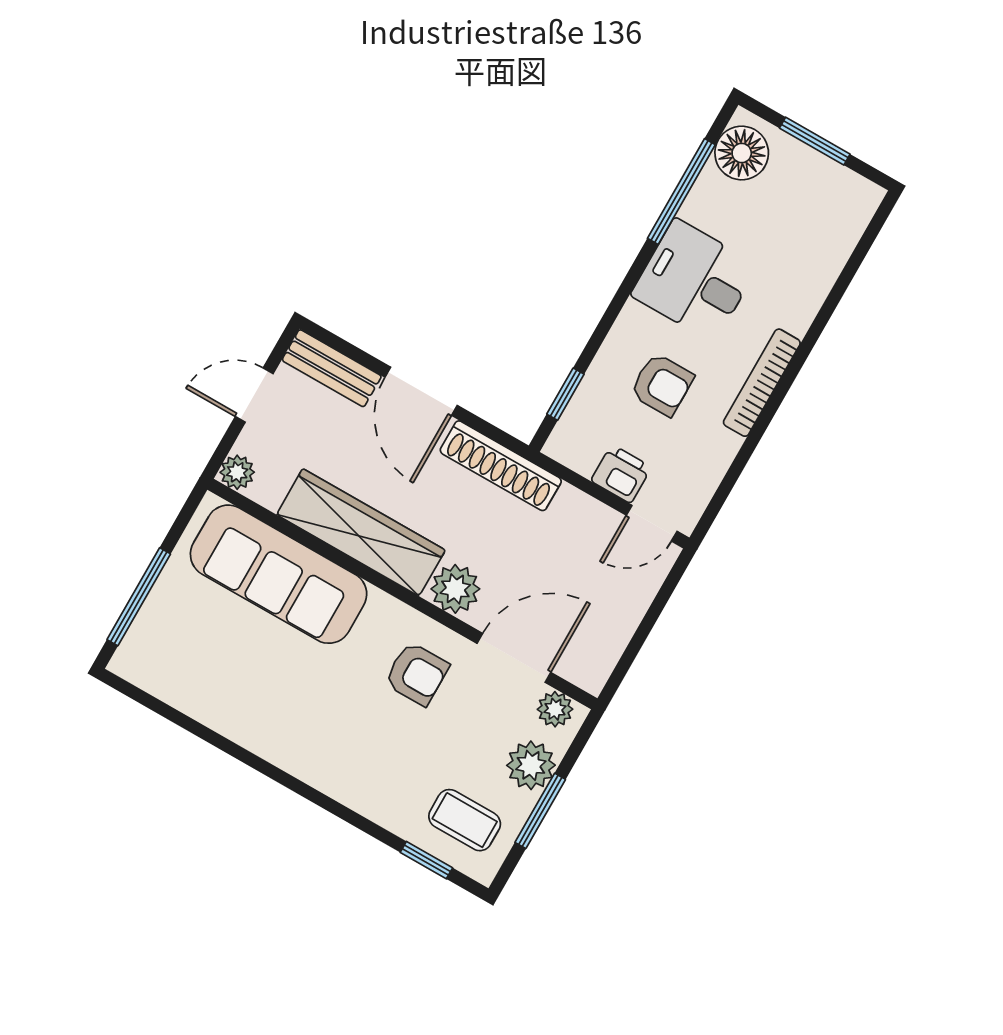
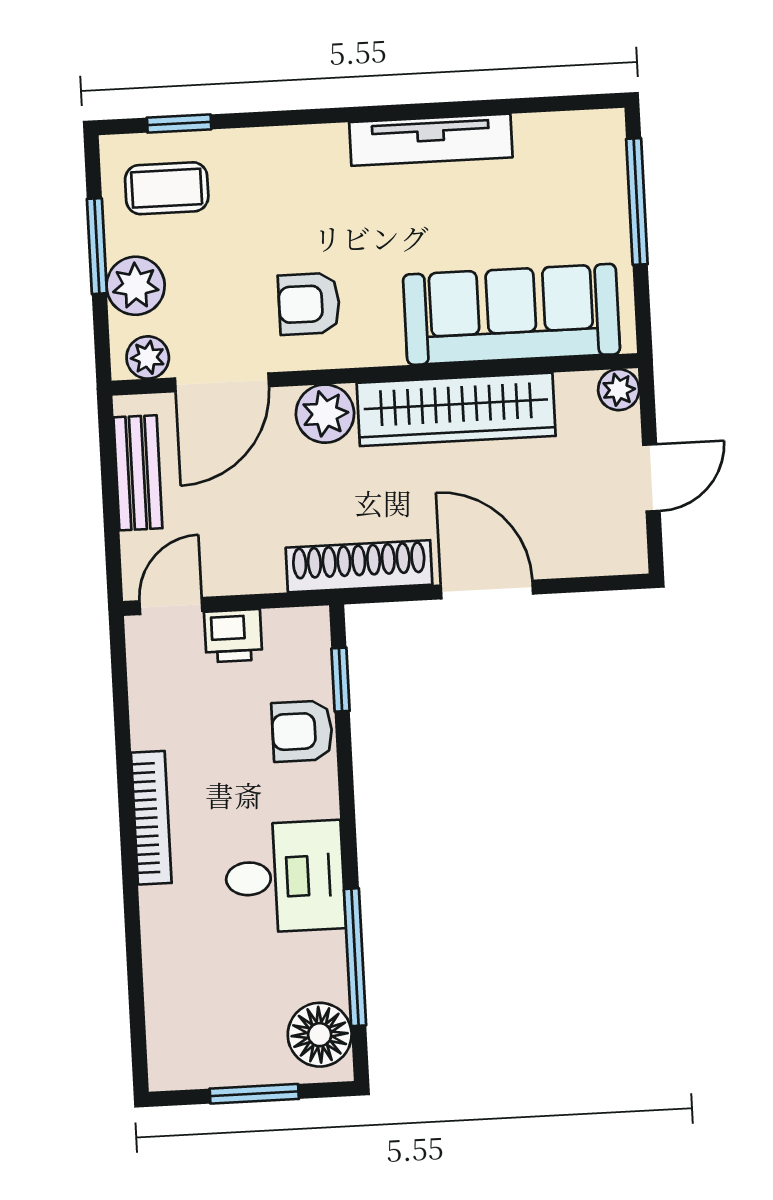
bench: (332, 368) -> (138, 473), moved, turned 90
armchair: (662, 385) -> (302, 731), moved
tv unit: (256, 734) -> (431, 140), added

